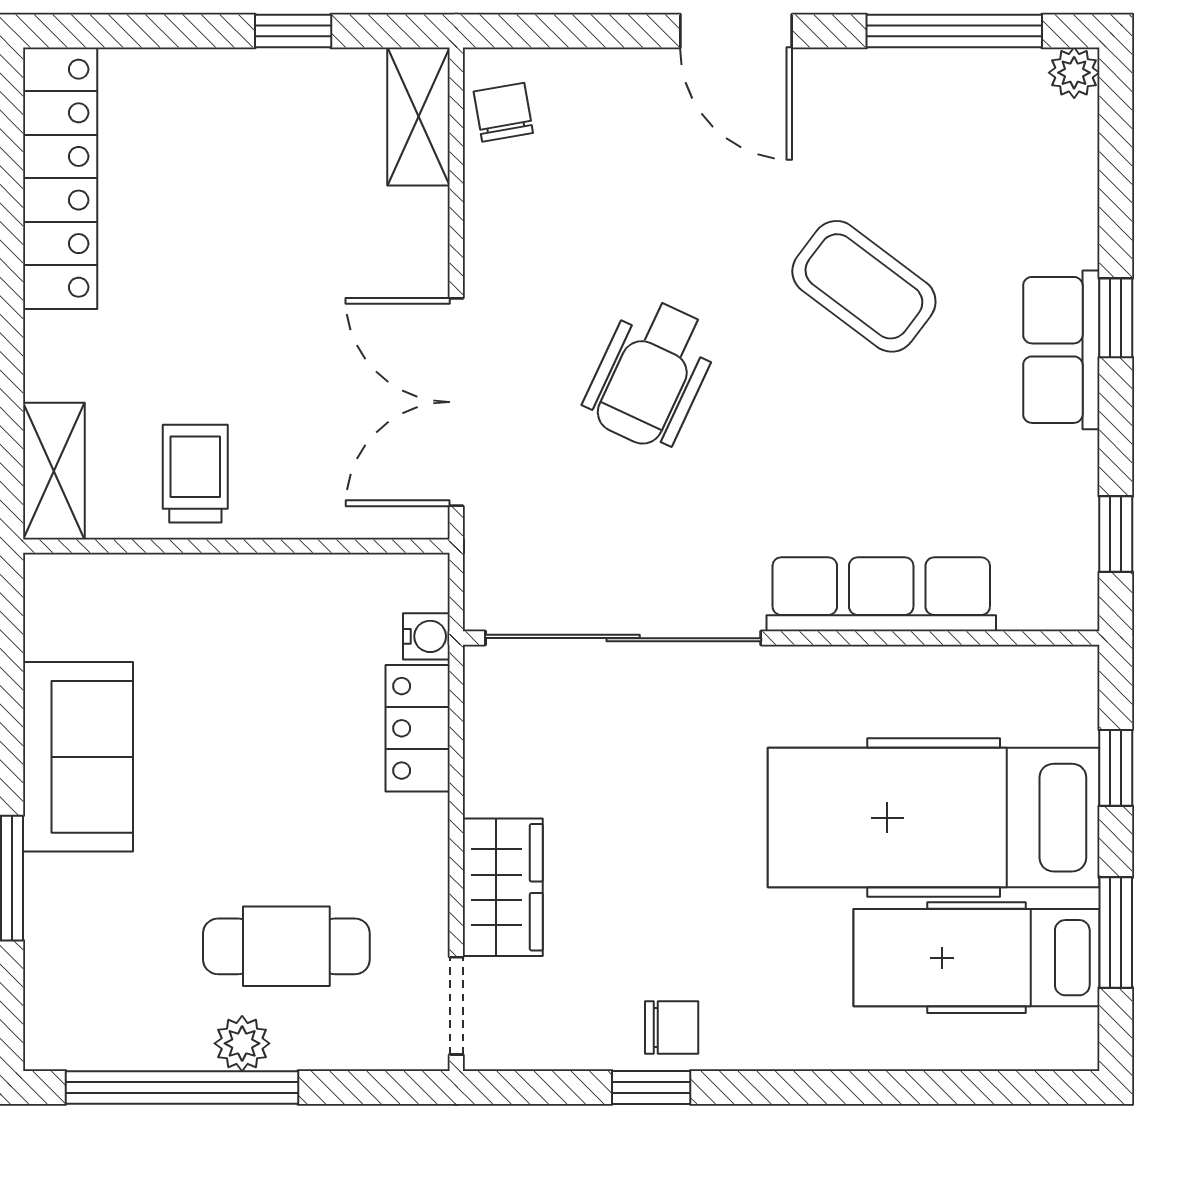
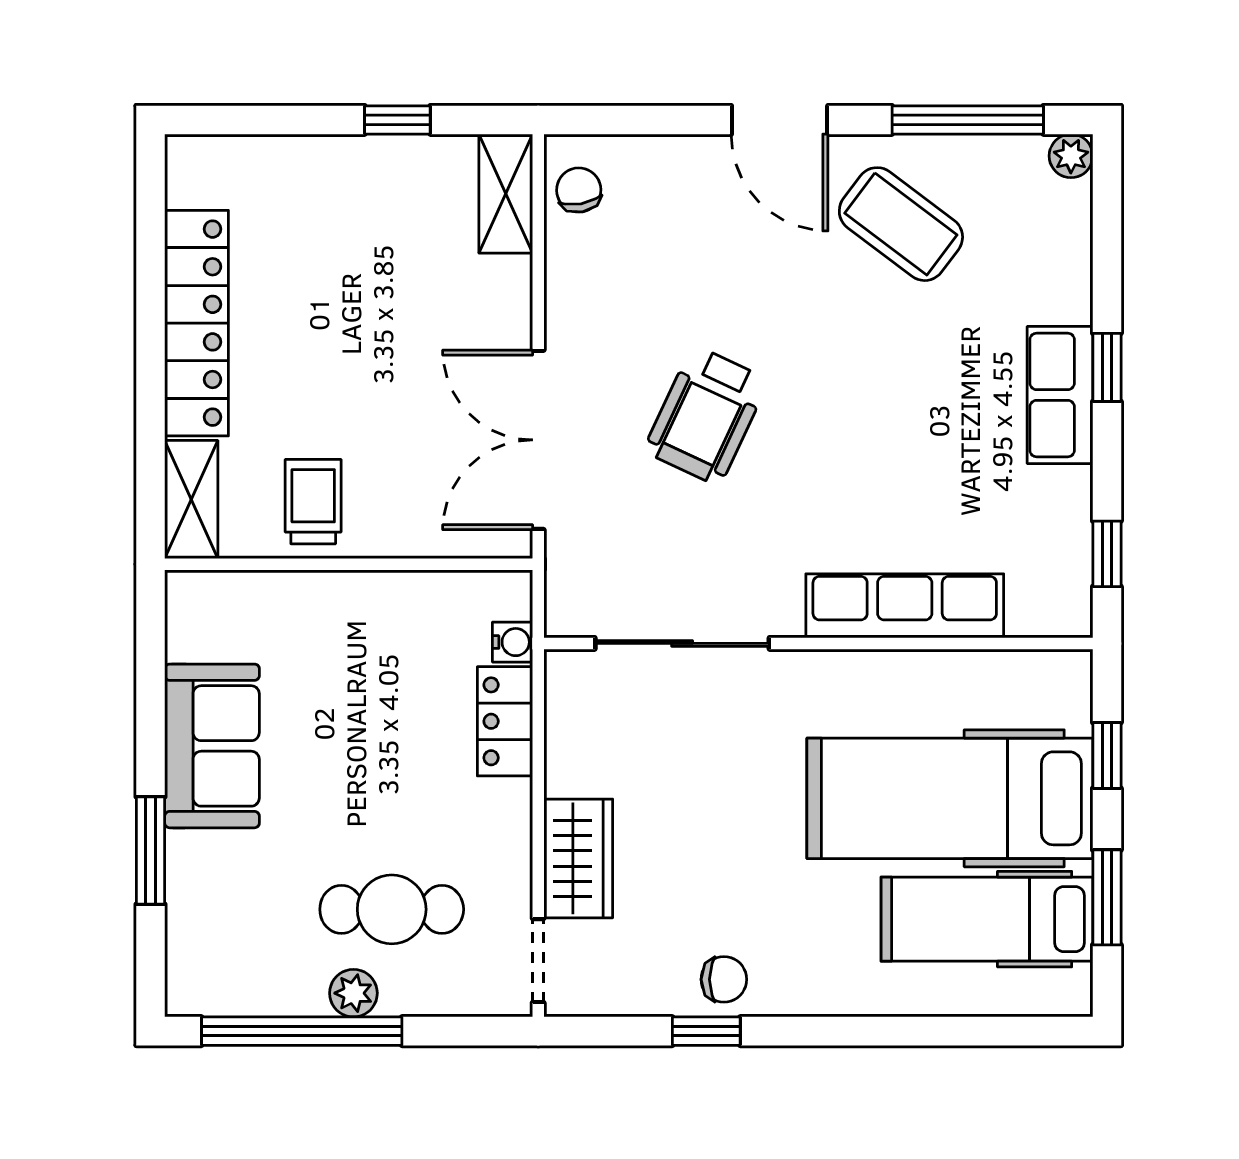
locker: (60, 178) -> (197, 323), moved
coffee table: (864, 286) -> (901, 224), moved
sliding door: (623, 638) -> (682, 643), width x0.73

